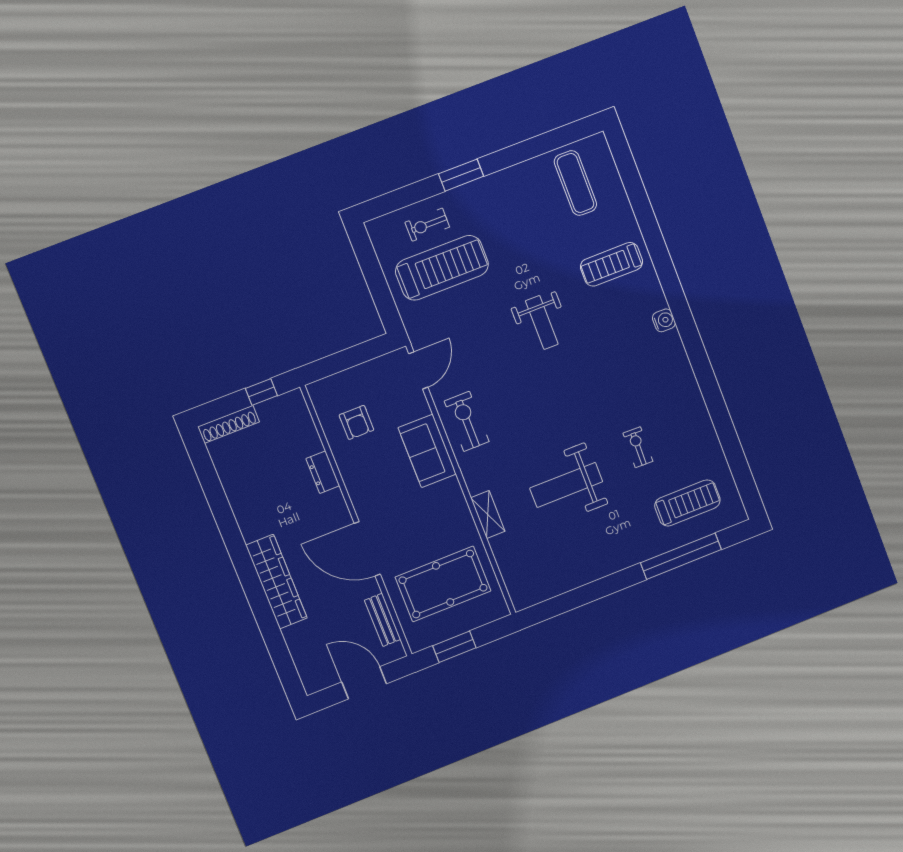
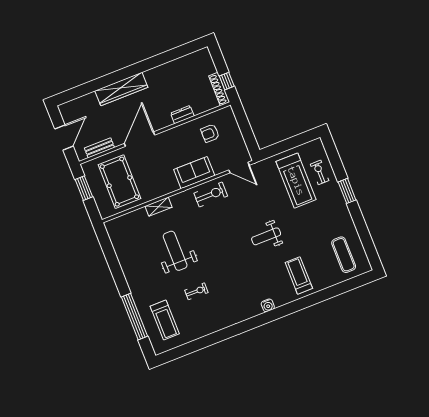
exercise mat: (575, 183) -> (344, 255), turned 90
shoe rack: (229, 424) -> (219, 89), moved

